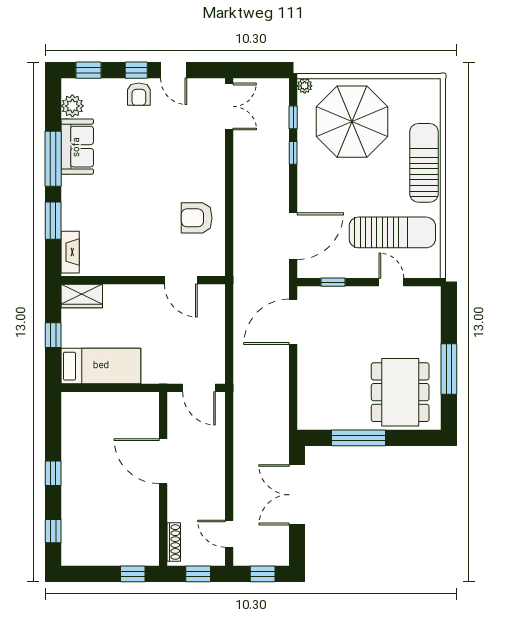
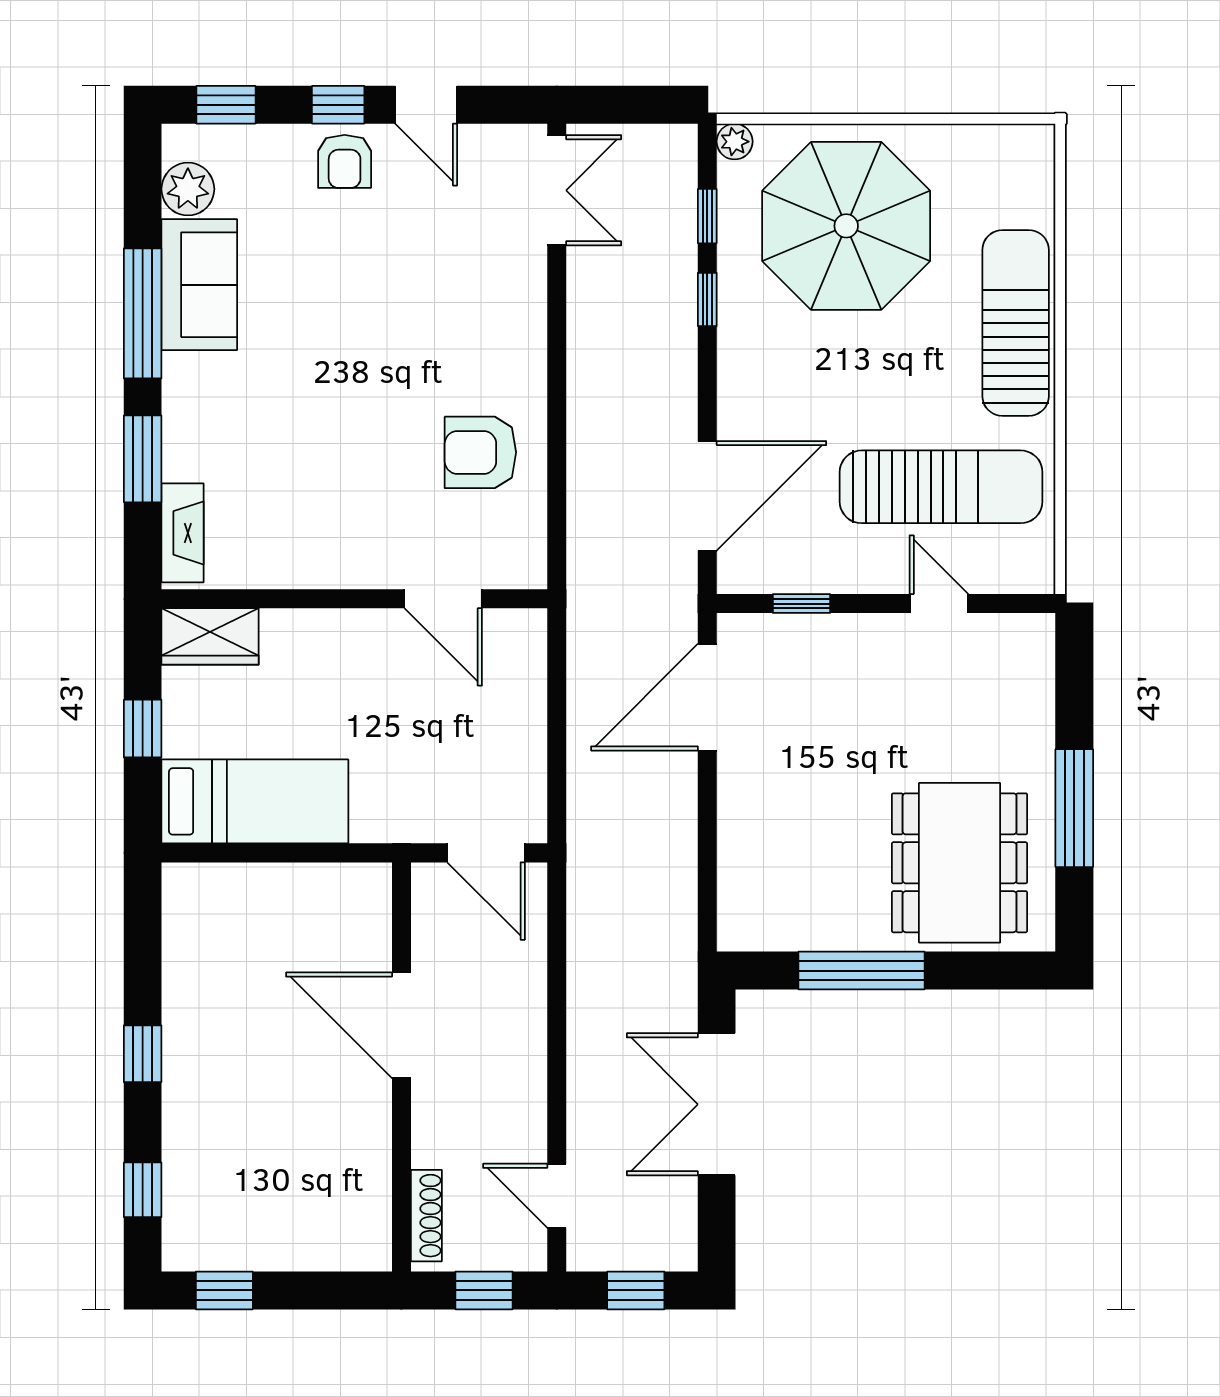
window: (133, 574) -> (224, 1290), moved

